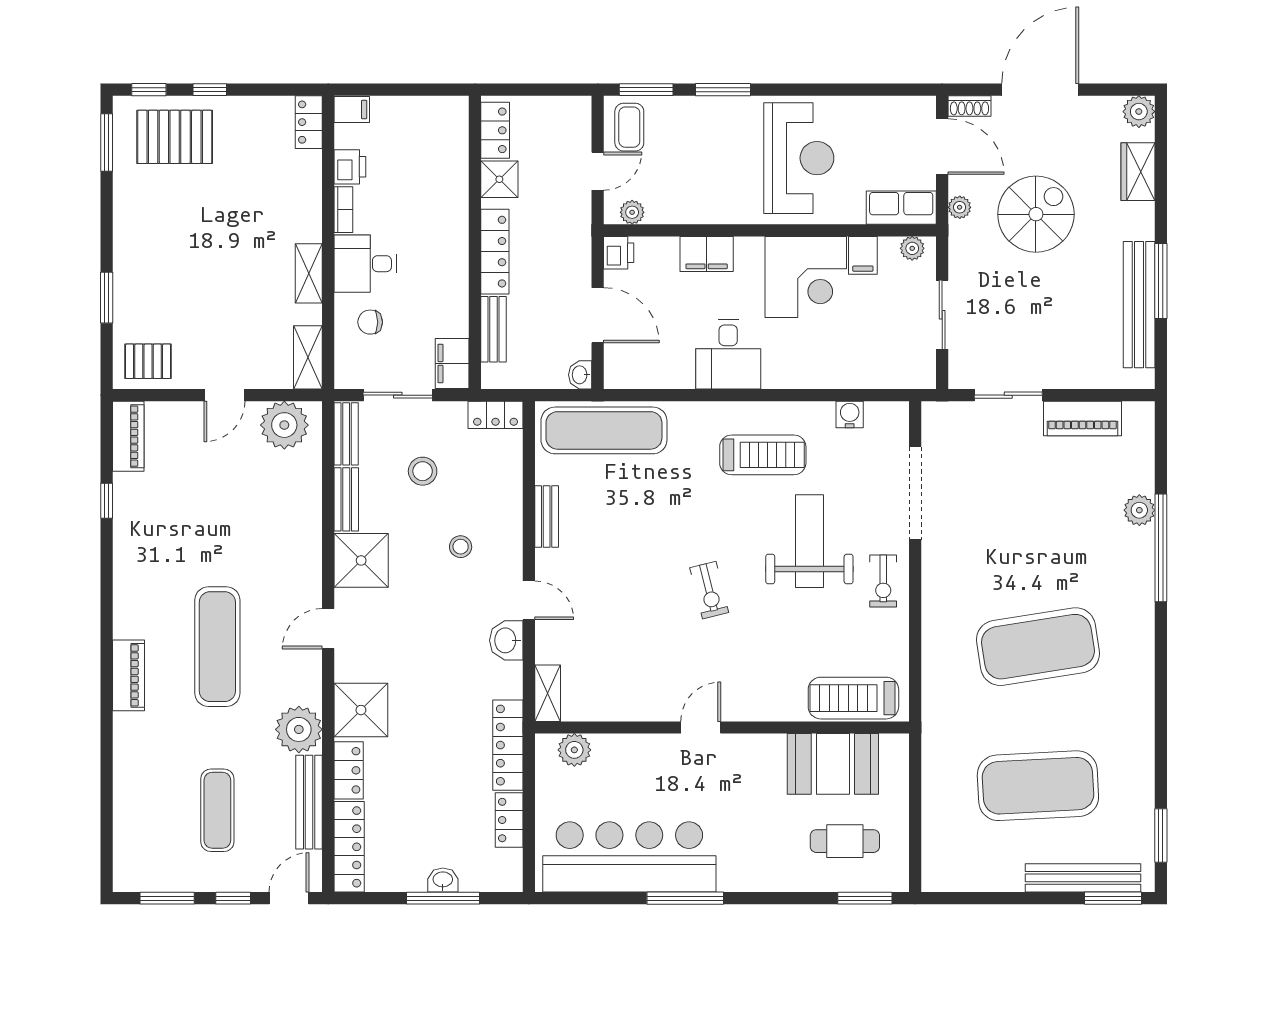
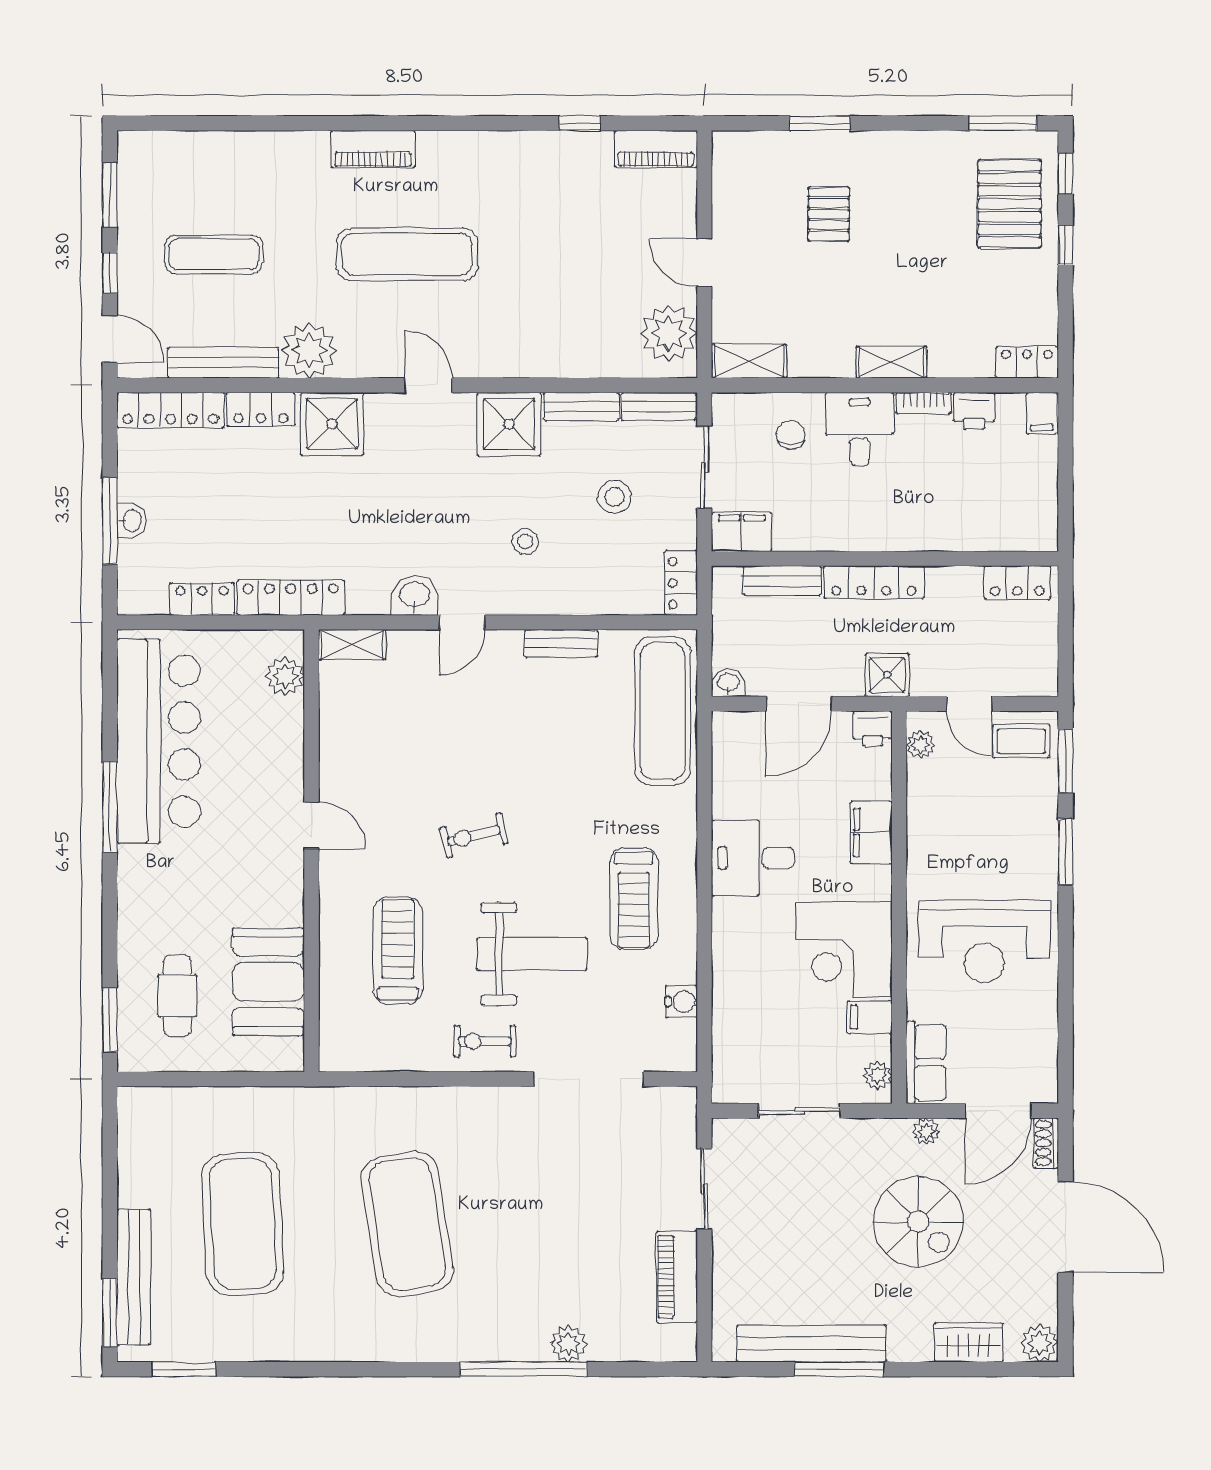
shower: (499, 179) -> (887, 675), moved
shelving: (309, 273) -> (891, 362), moved
pallet: (148, 361) -> (829, 214), moved
treadmill: (853, 698) -> (398, 951), moved

